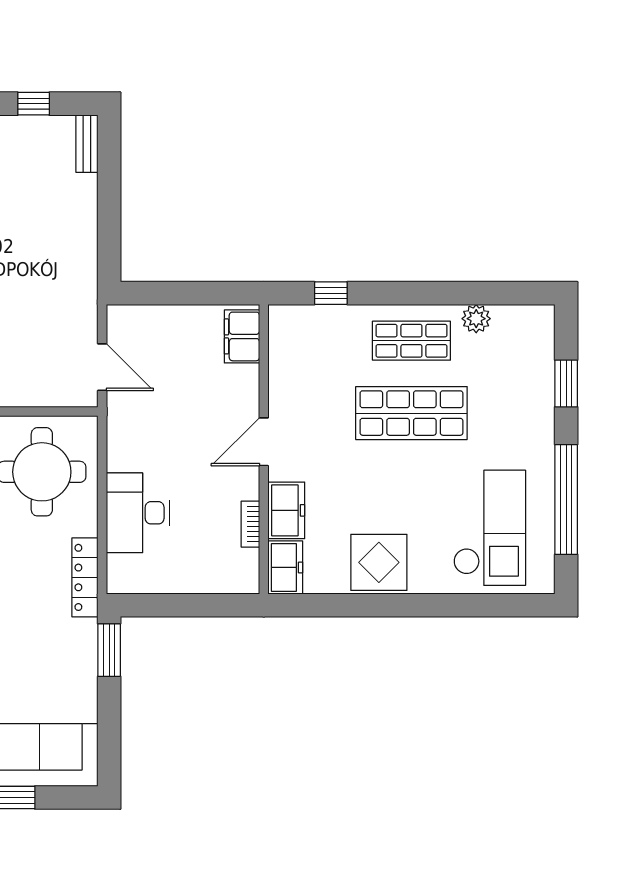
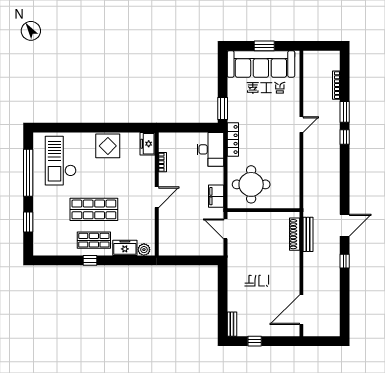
window: (331, 293) -> (90, 260), moved
plant: (476, 319) -> (144, 250), moved
filing cabinet: (242, 336) -> (216, 196), moved, turned 180
freezer: (286, 510) -> (125, 248), moved, turned 90
desk: (138, 513) -> (210, 149), moved

